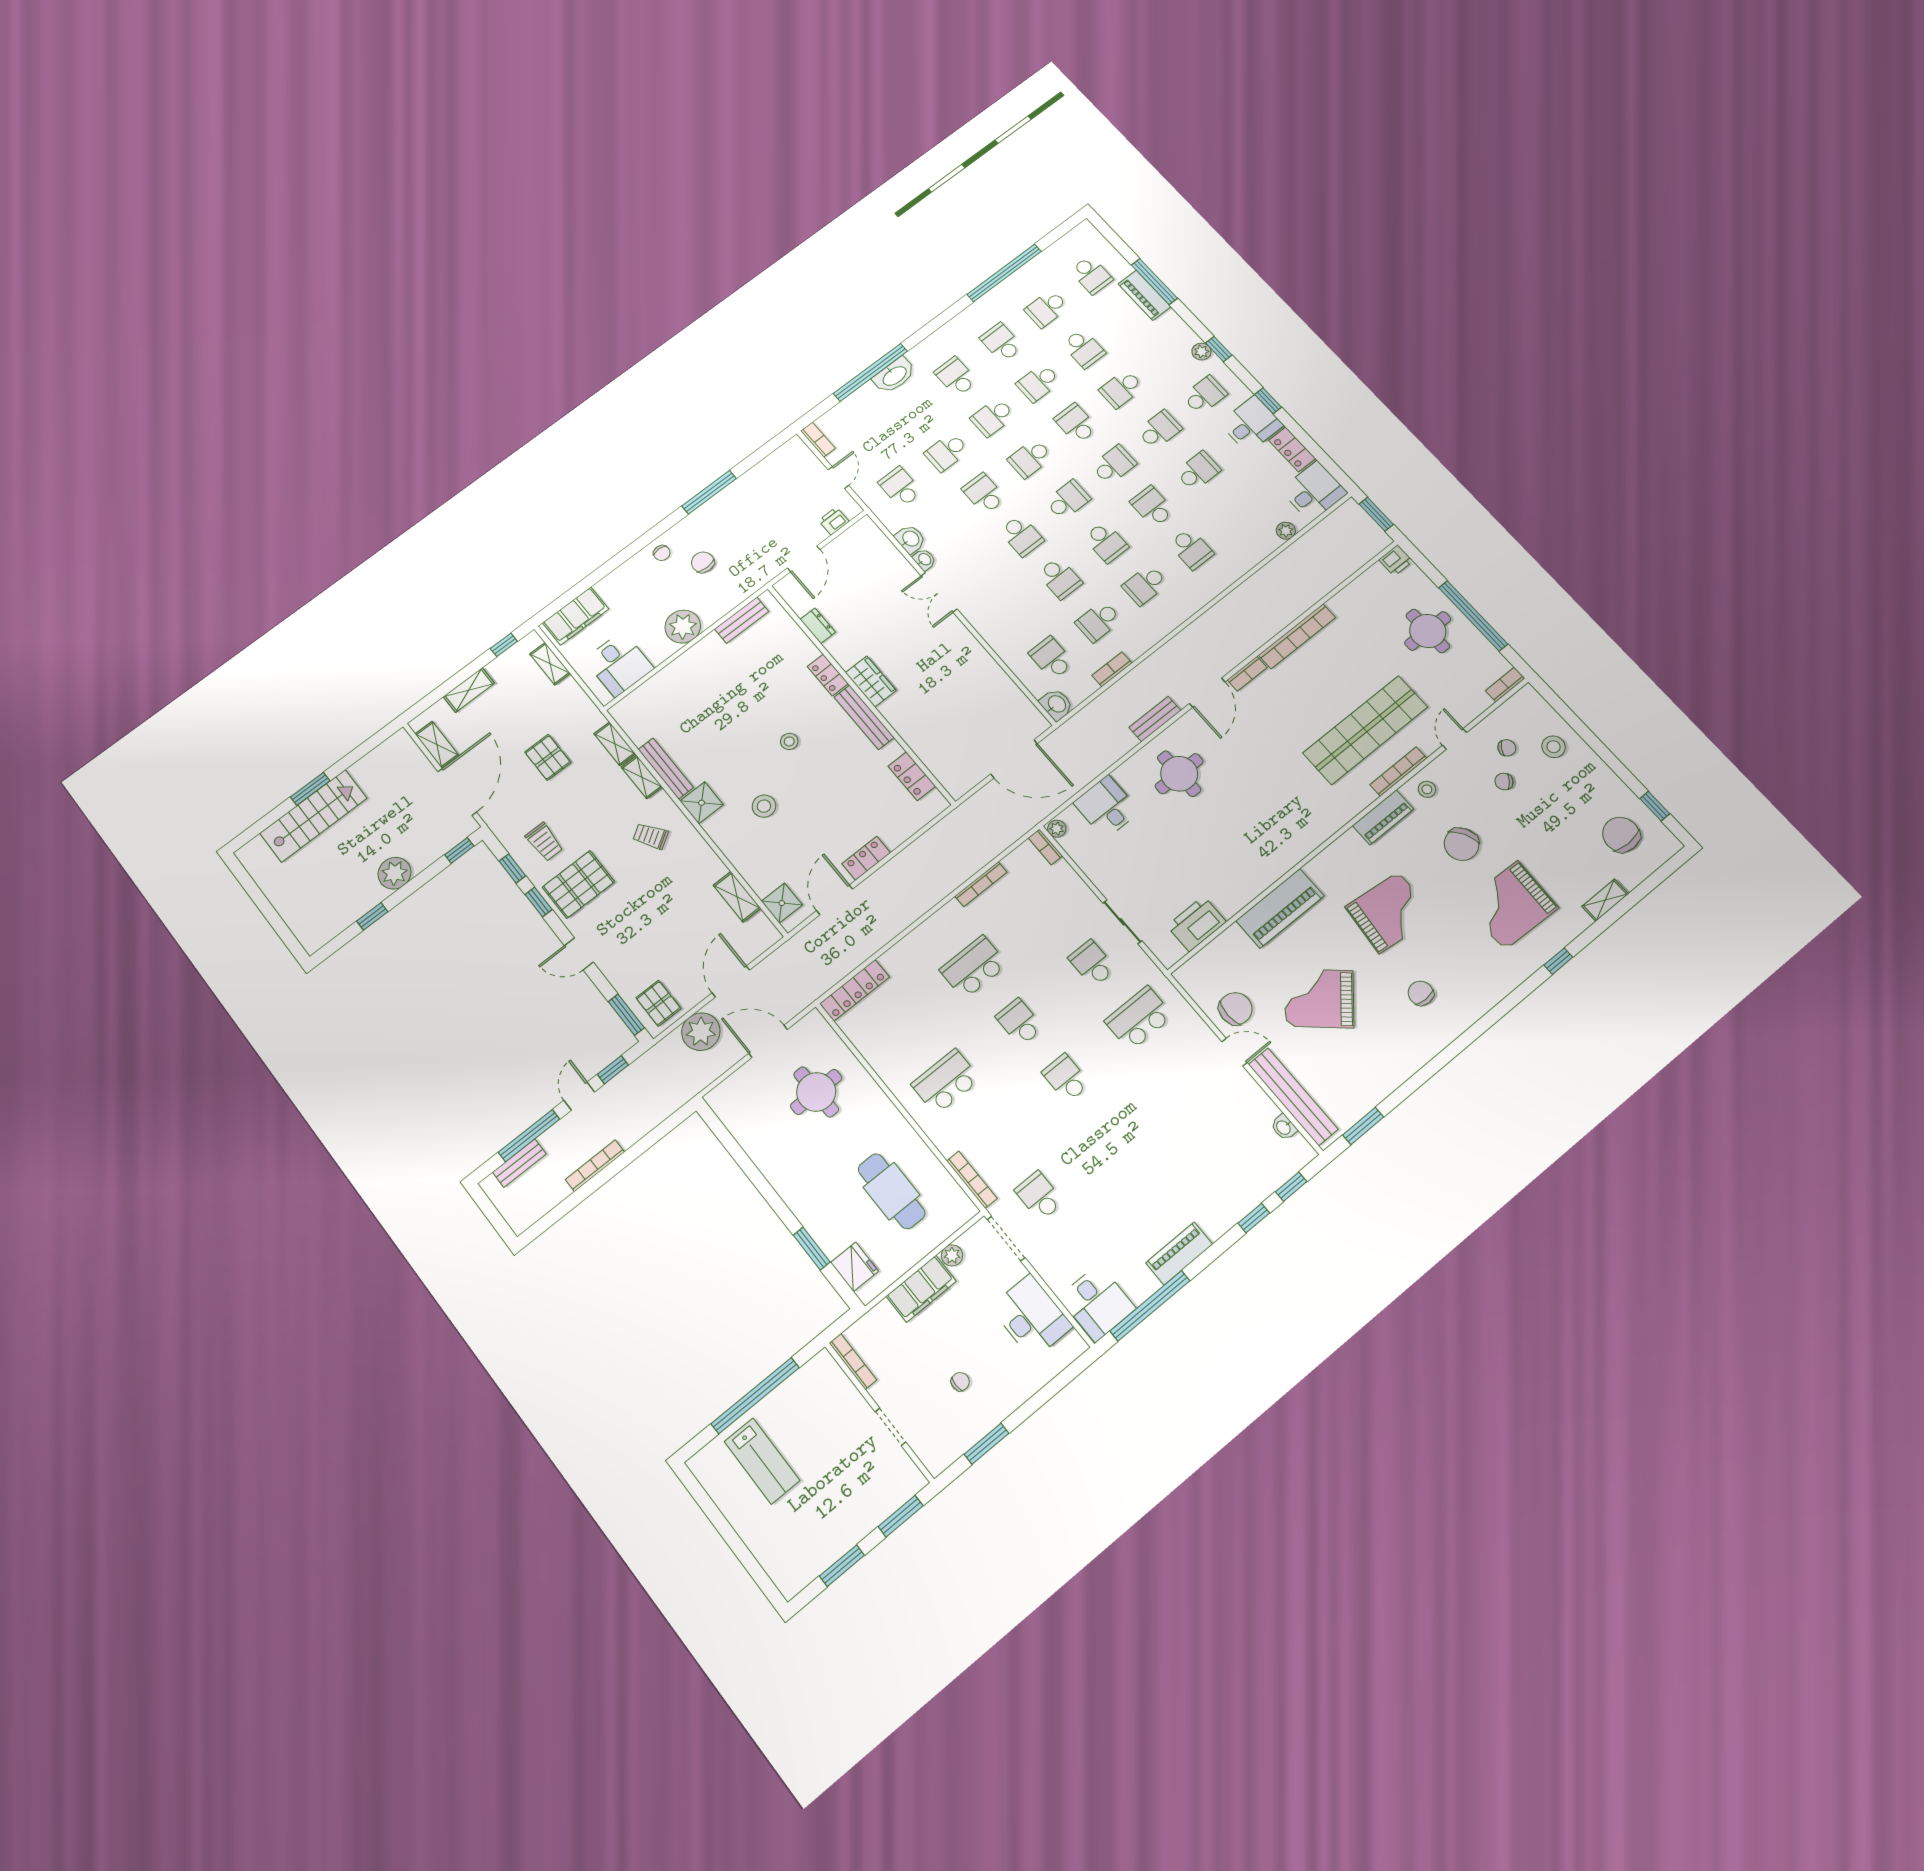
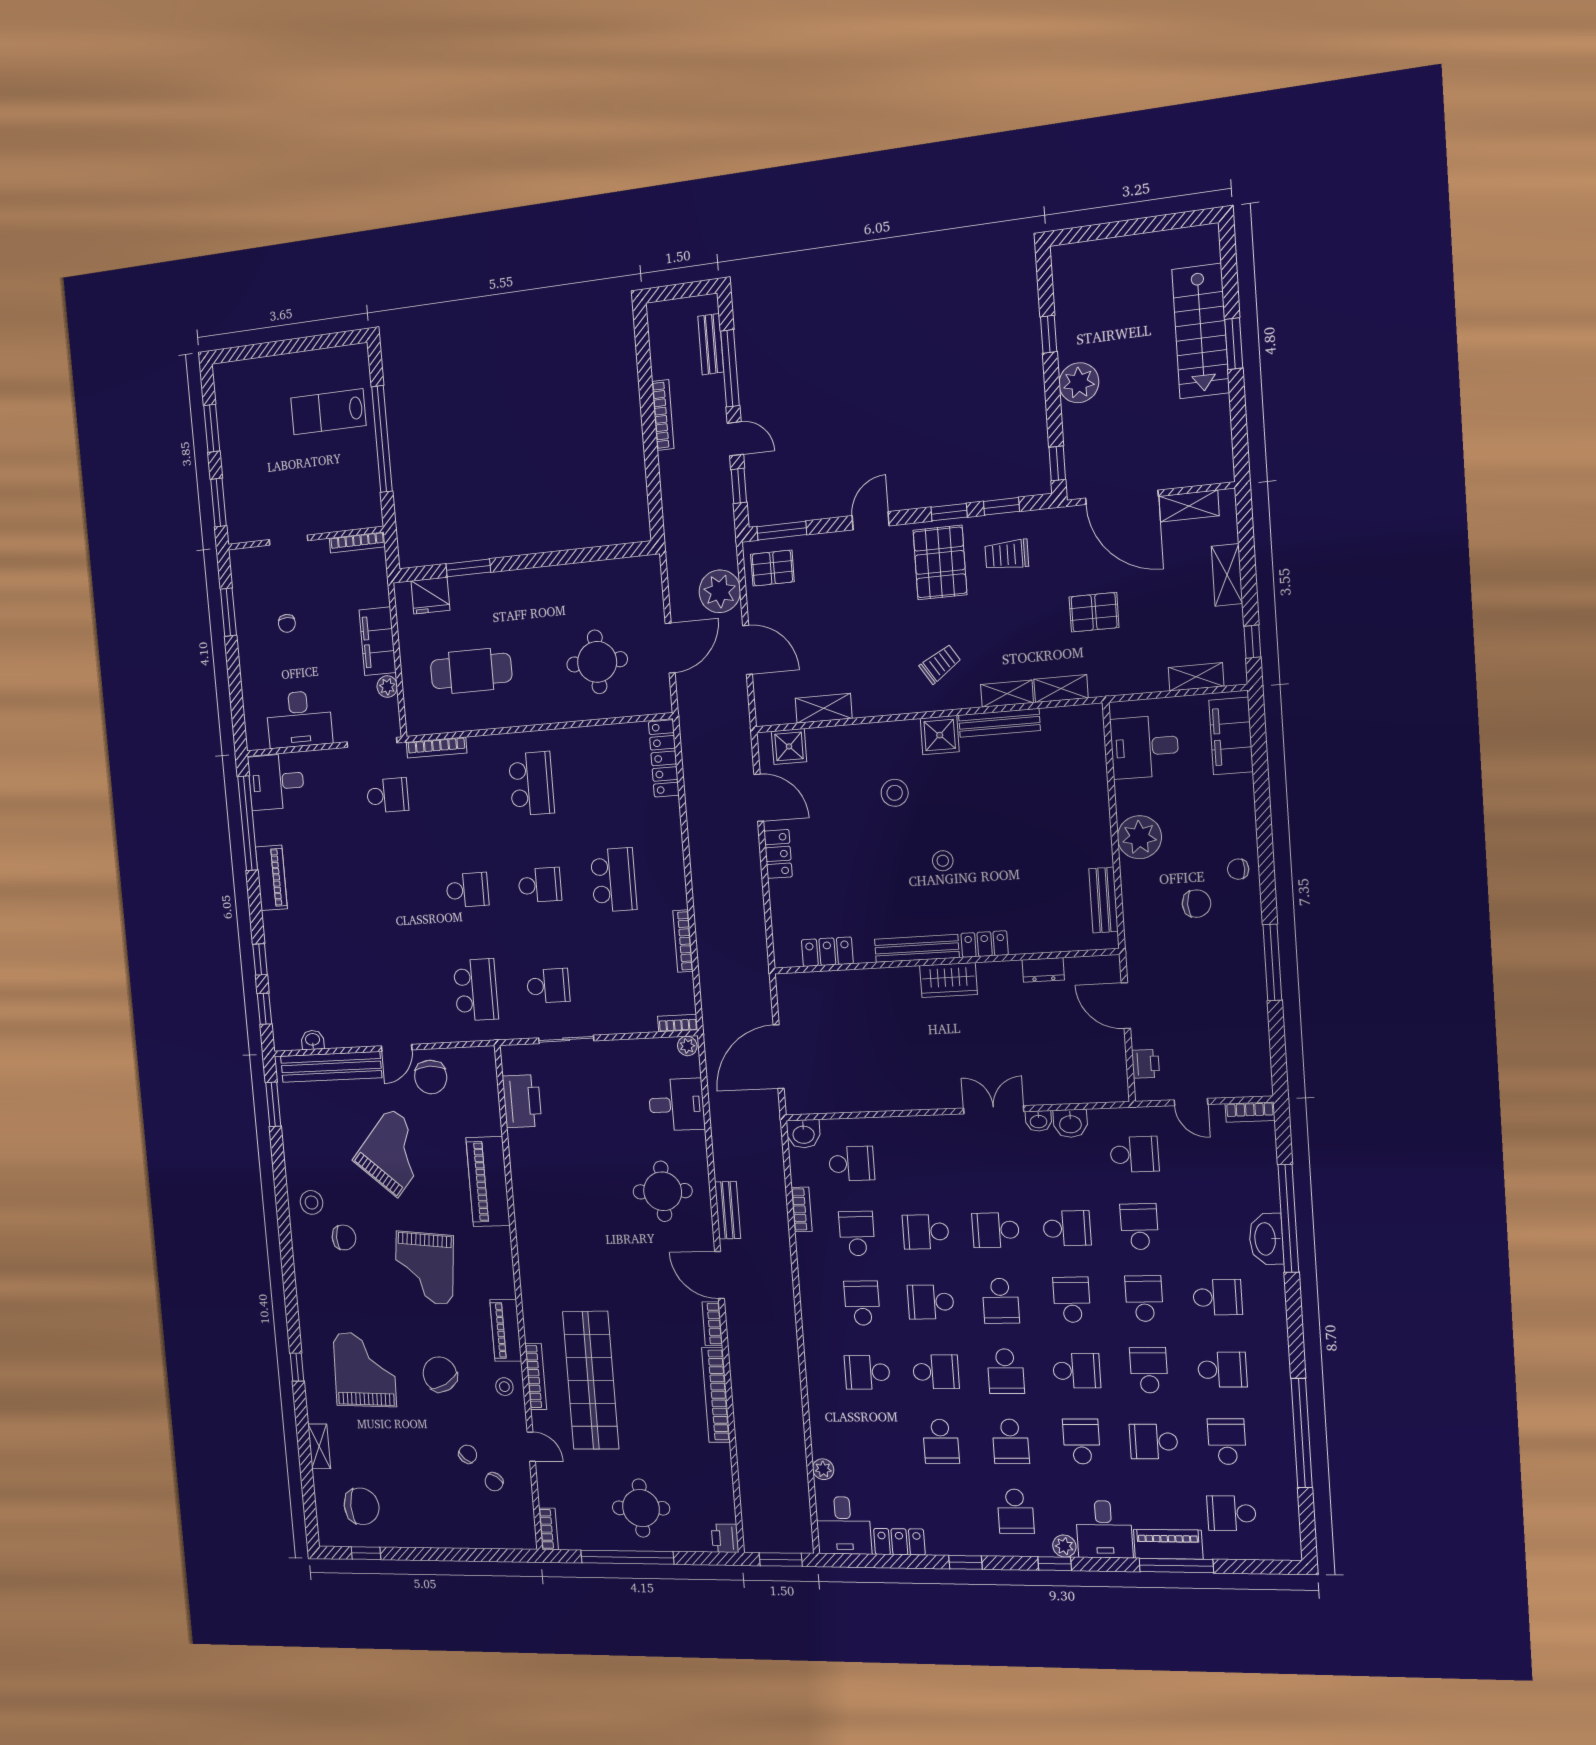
desk: (1251, 424) -> (1104, 1529), moved
stool: (1554, 747) -> (312, 1202), moved

